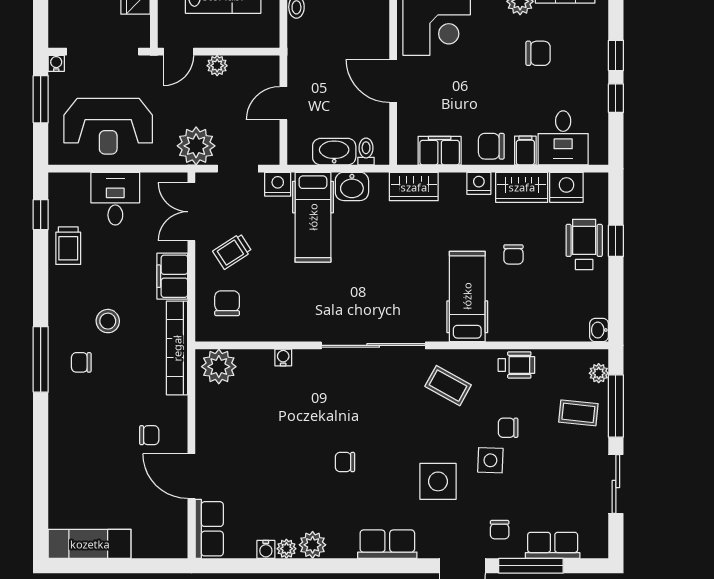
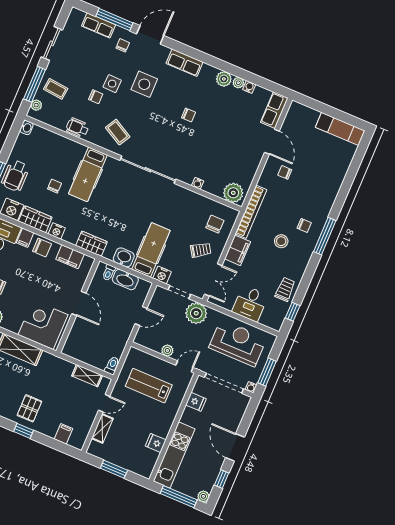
chair: (227, 303) -> (215, 224), turned 180

